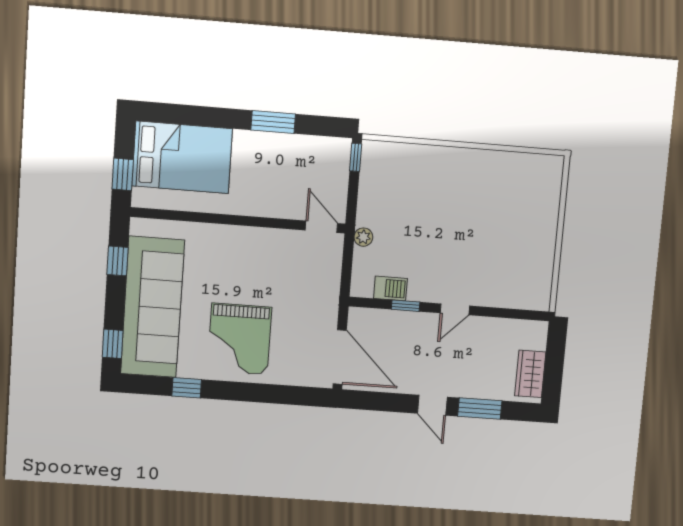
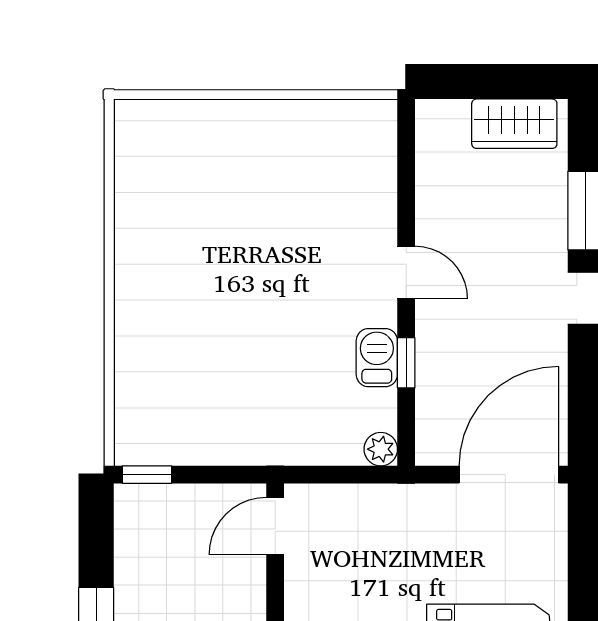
plant: (363, 237) -> (381, 449), moved
barbecue: (390, 288) -> (377, 358), moved

